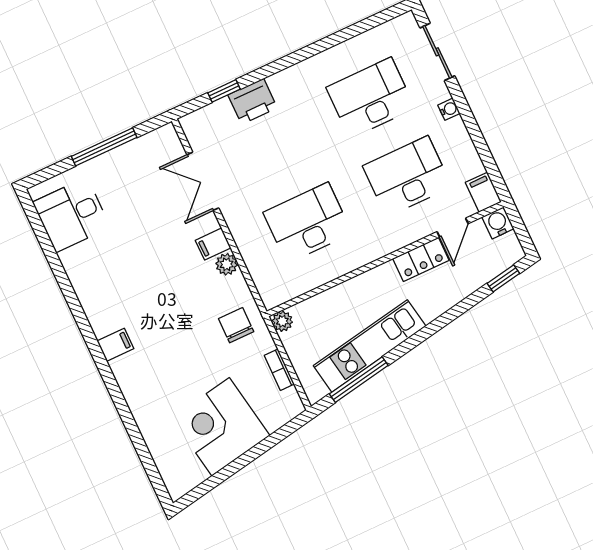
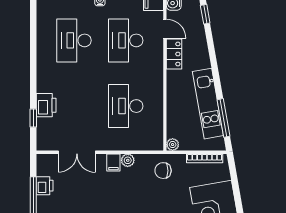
printer: (129, 156) -> (45, 186), added
bookcase: (279, 370) -> (205, 158), width x1.56

